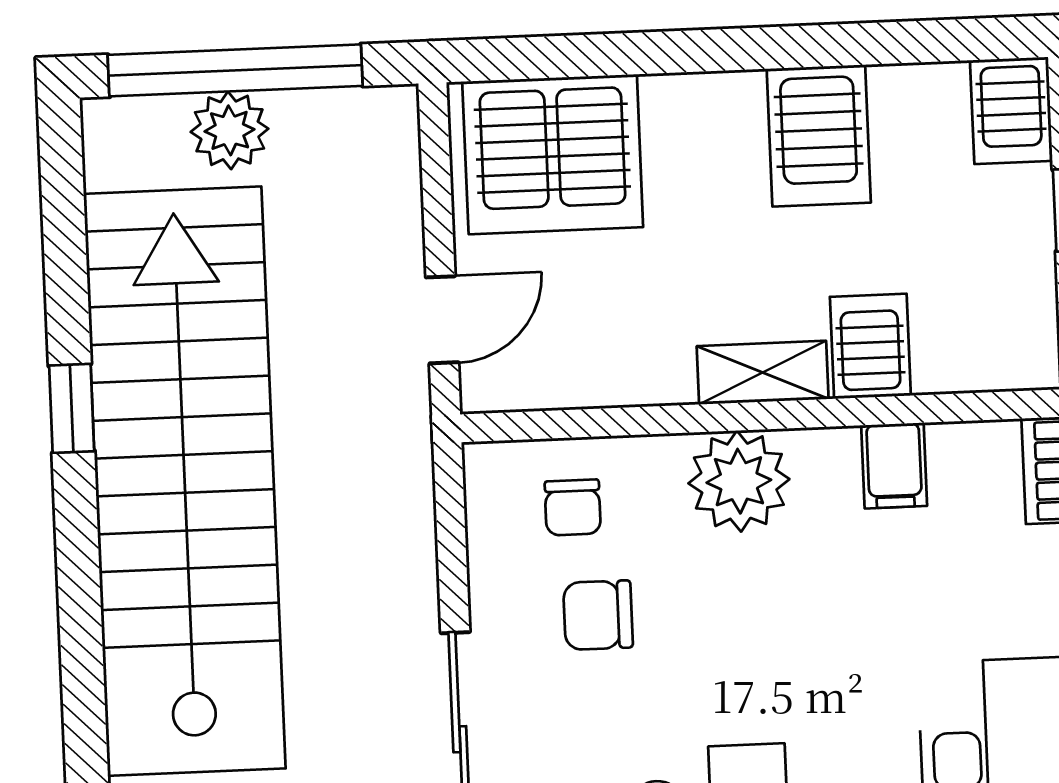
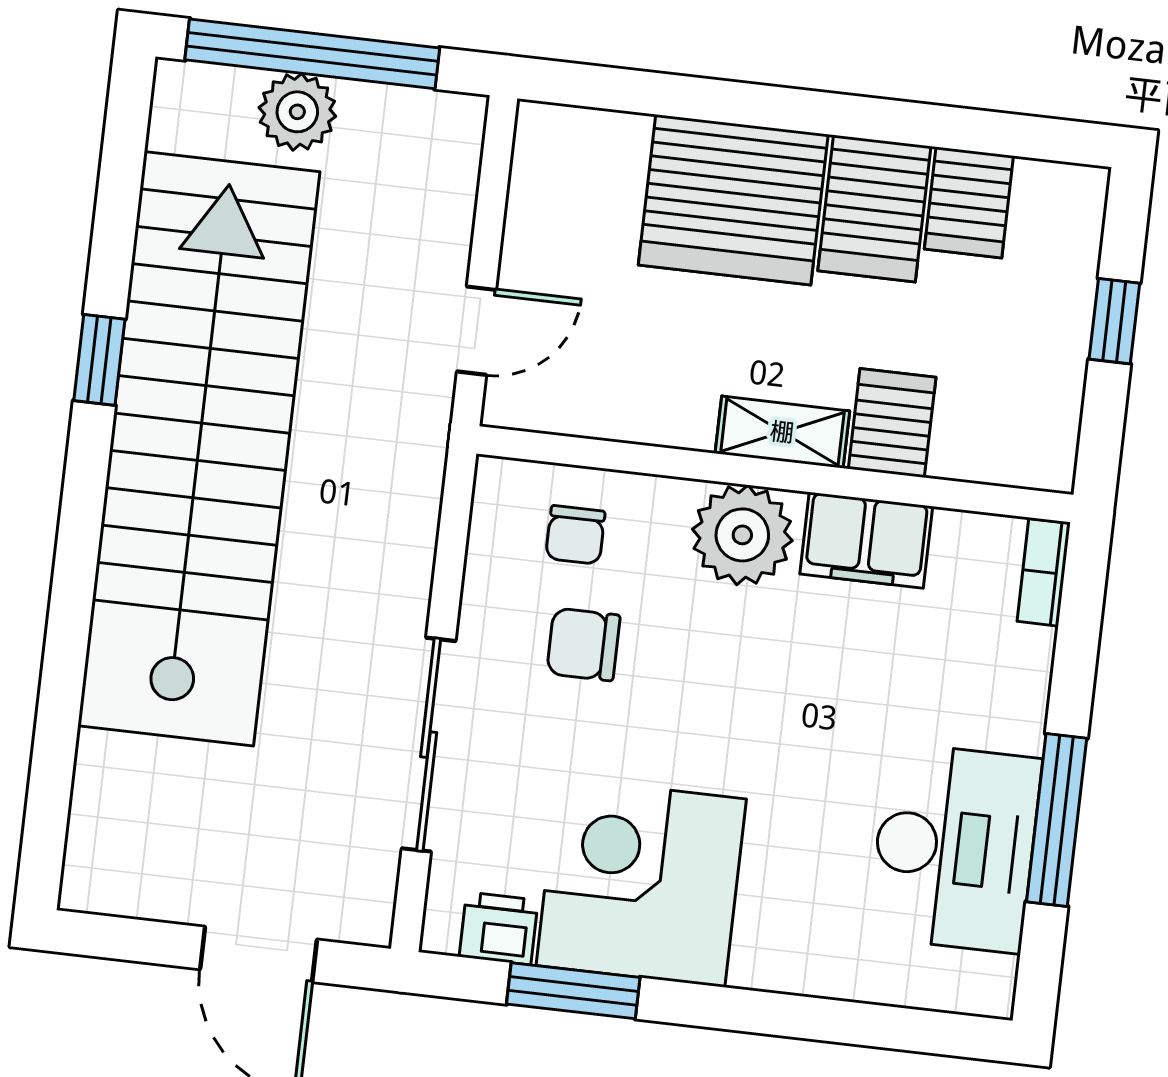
server rack: (1011, 111) -> (969, 202), moved
server rack: (553, 154) -> (733, 200), moved
filing cabinet: (894, 466) -> (866, 540), width x2.00

